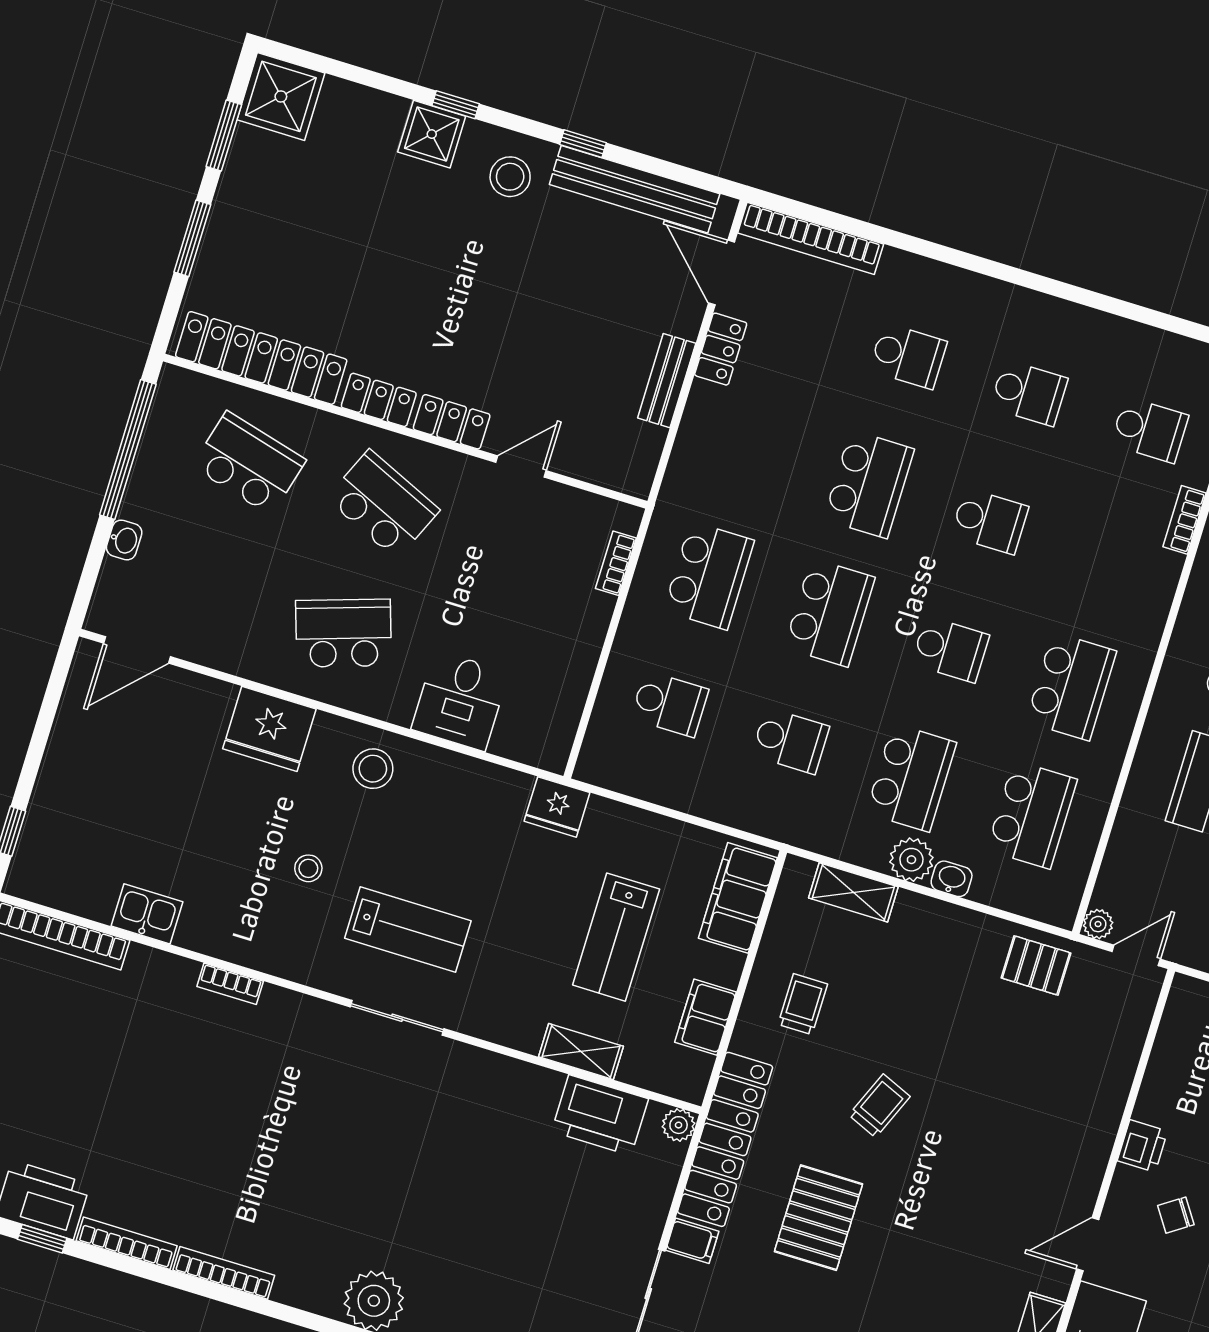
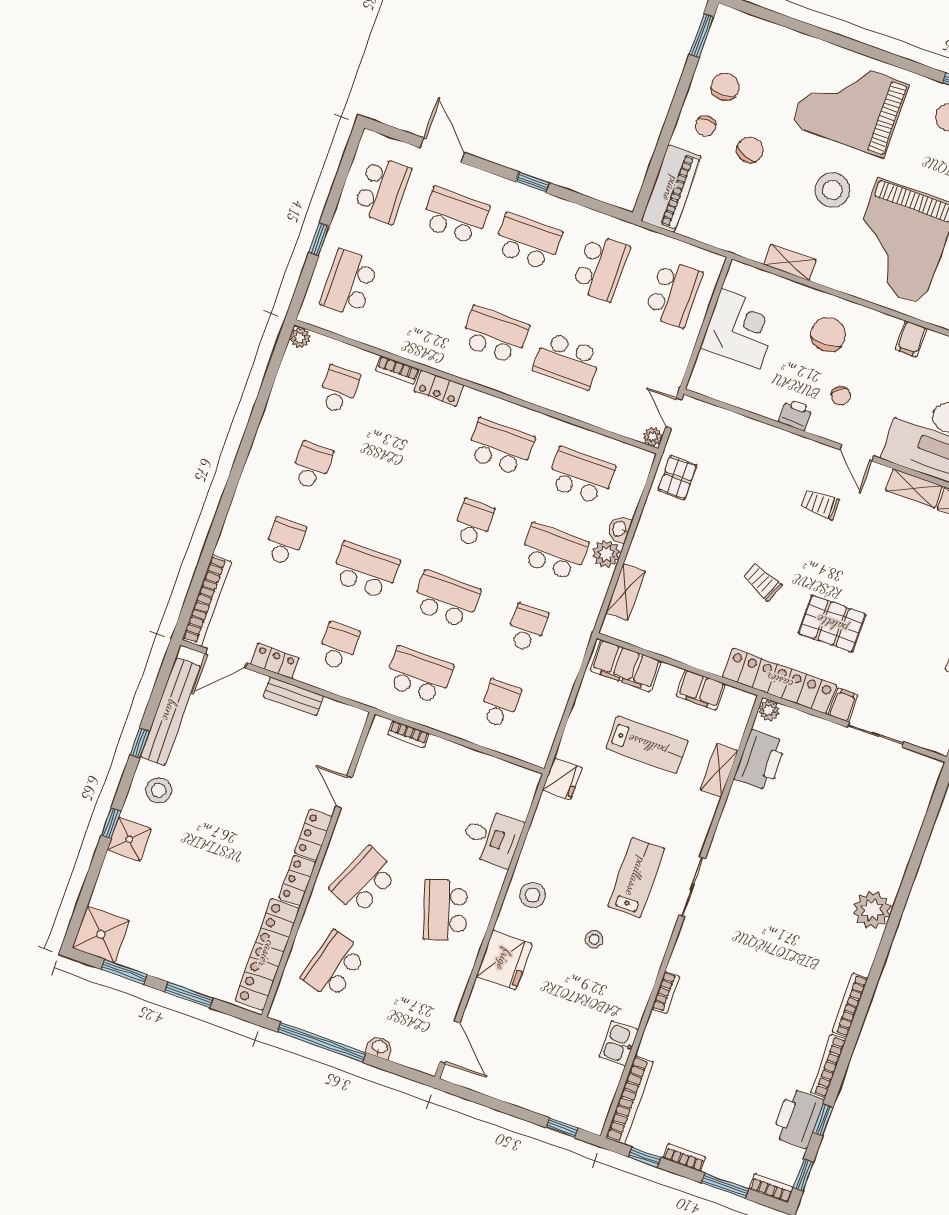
school desk: (990, 521) -> (338, 646), moved
locker: (1159, 586) -> (439, 388), added
trolley: (803, 1004) -> (820, 504), moved

